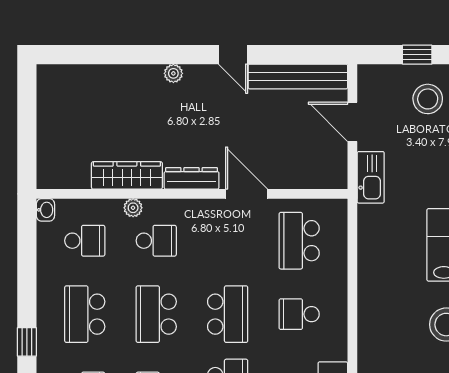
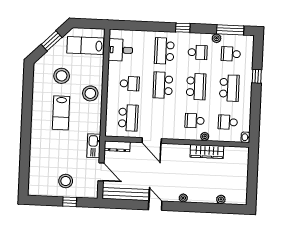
plant: (92, 74) -> (221, 199), added
dresser: (192, 178) -> (117, 146), moved
stool: (383, 289) -> (90, 93), added

